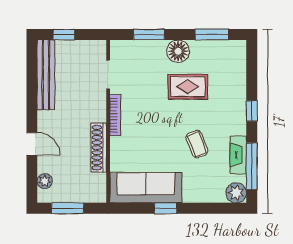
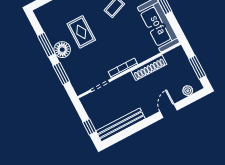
window: (212, 35) -> (46, 45), moved

